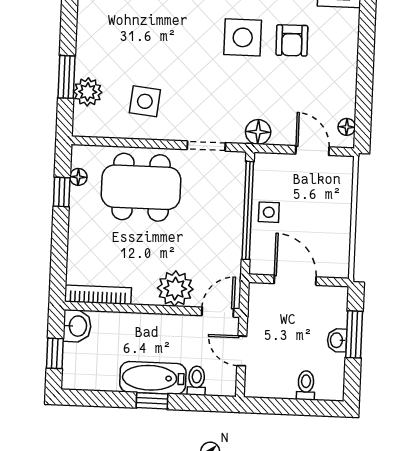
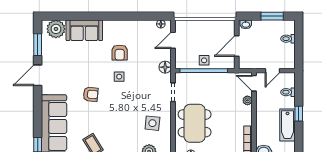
side table: (243, 37) -> (119, 77), width x0.54, depth x0.54
armchair: (292, 40) -> (120, 53), turned 91
plant: (175, 289) -> (247, 100), width x0.53, depth x0.53
window: (354, 334) -> (272, 16), moved
washbasin: (337, 340) -> (246, 24), moved
bathtub: (153, 378) -> (287, 125), moved

